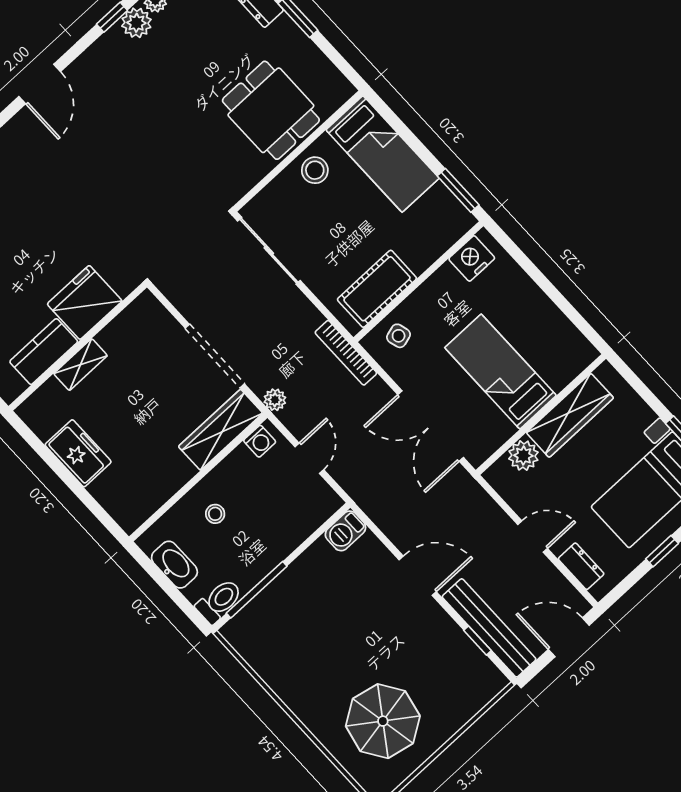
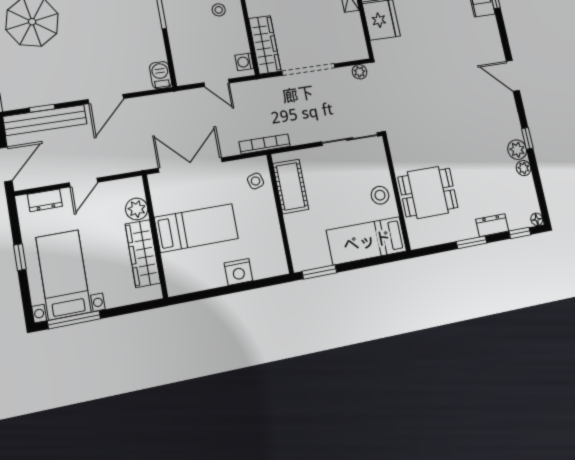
nightstand: (472, 258) -> (238, 272), moved, turned 90
plant: (275, 400) -> (360, 72), moved

